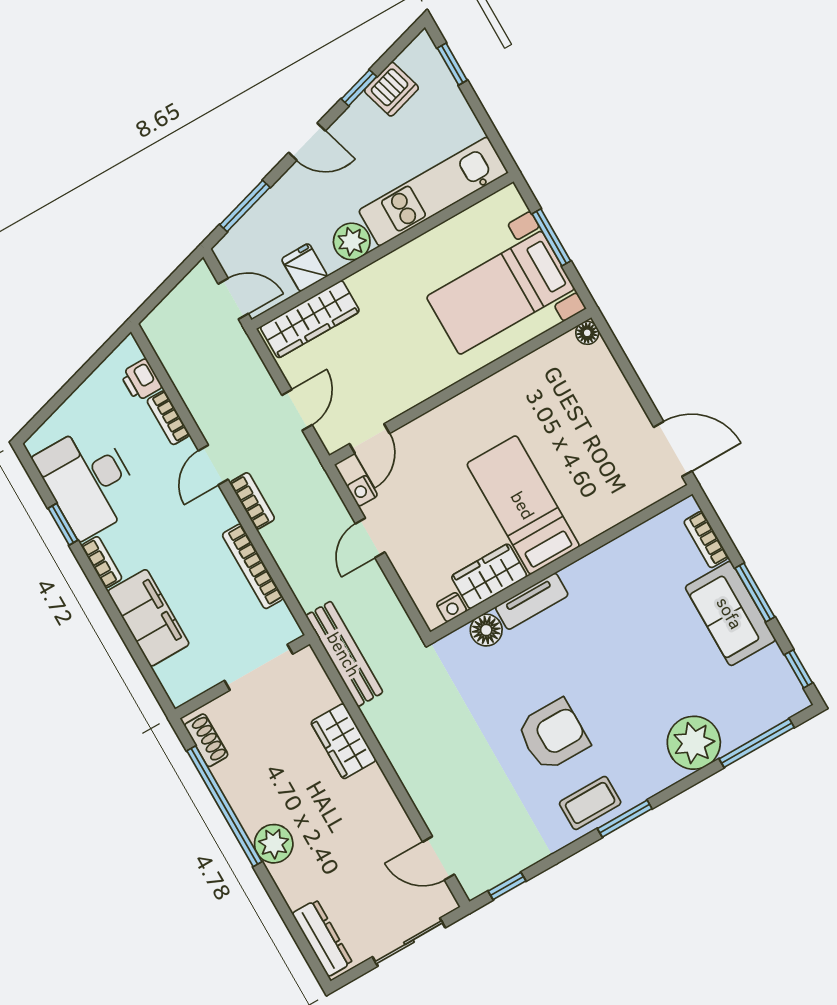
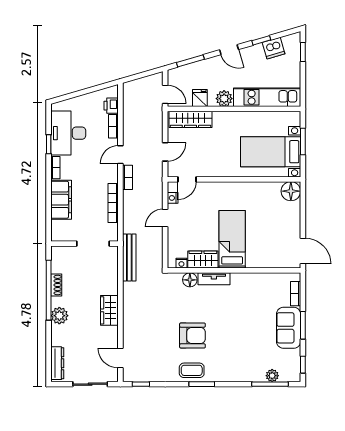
floor lamp: (587, 333) -> (291, 191), width x1.89, depth x1.89
shoe rack: (206, 740) -> (56, 285), moved
wardrobe: (343, 741) -> (109, 310), moved
plant: (694, 743) -> (272, 376), moved, width x0.53, depth x0.53

